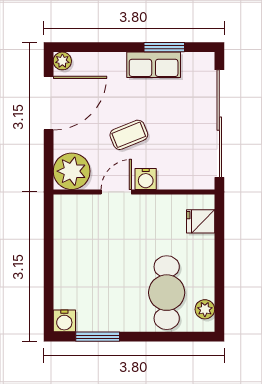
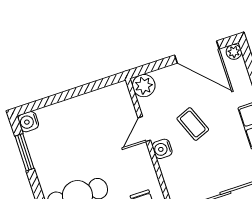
plant: (72, 171) -> (144, 86), width x0.73, depth x0.73
door: (116, 192) -> (144, 129), swing flipped

